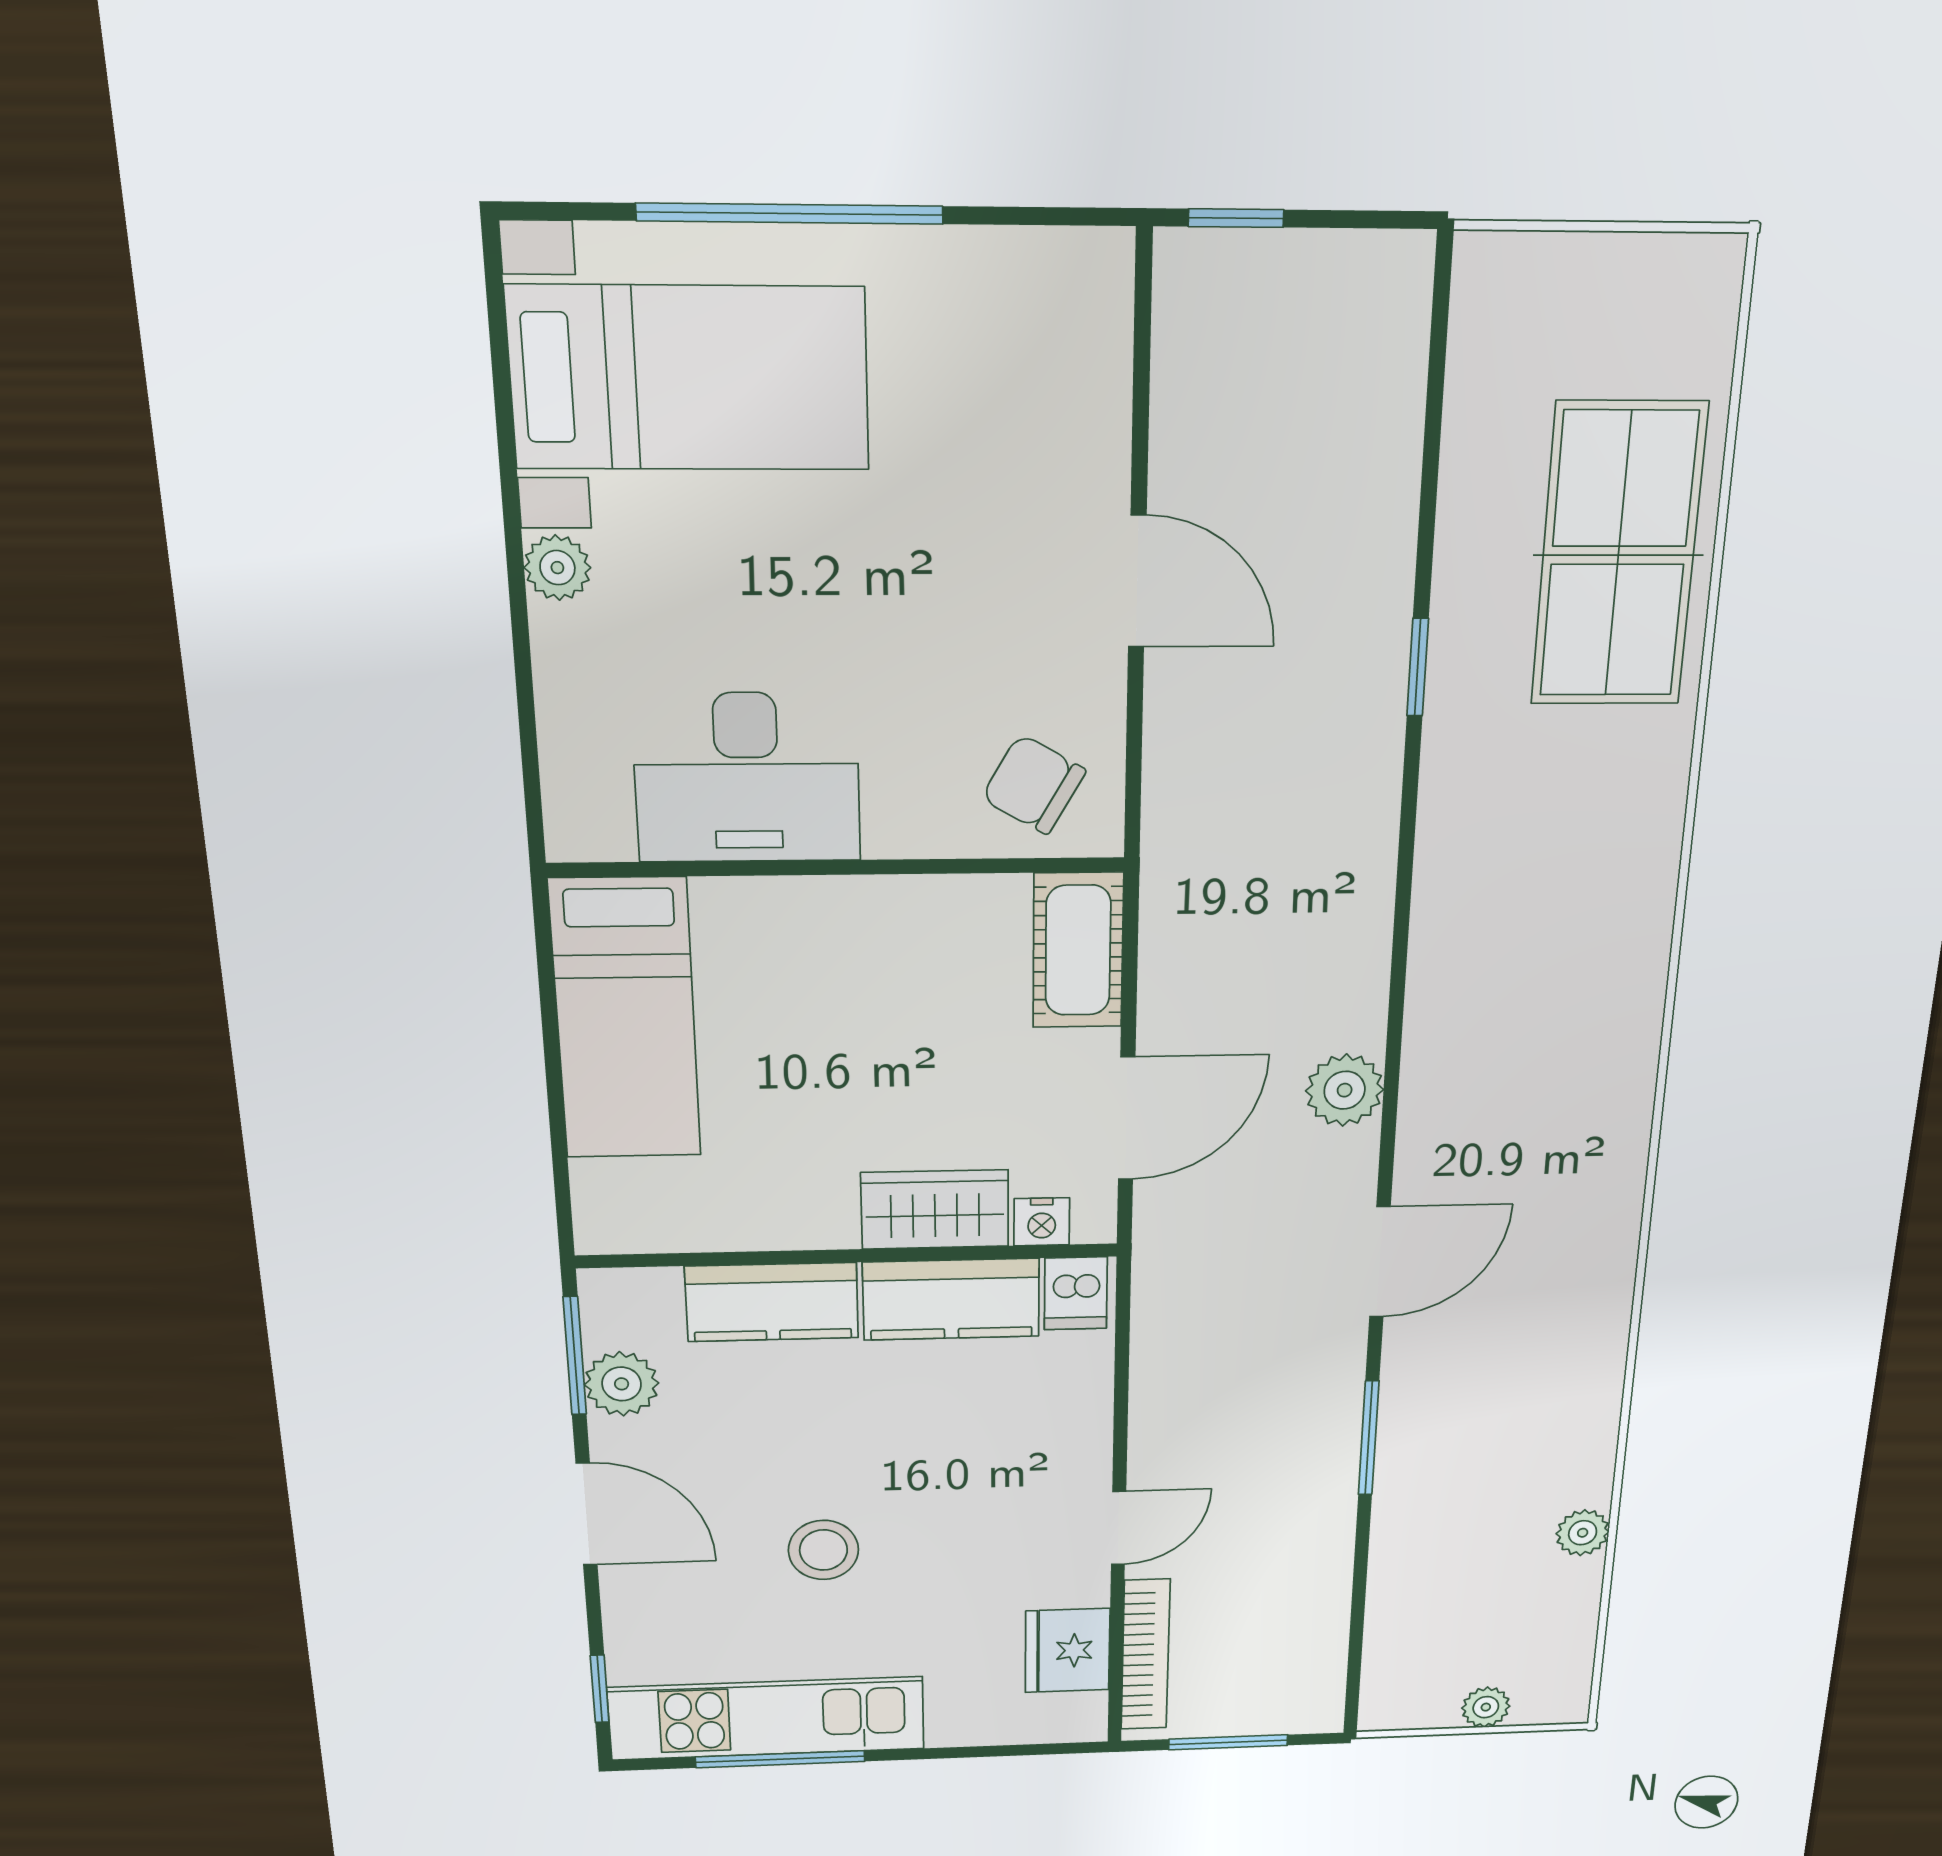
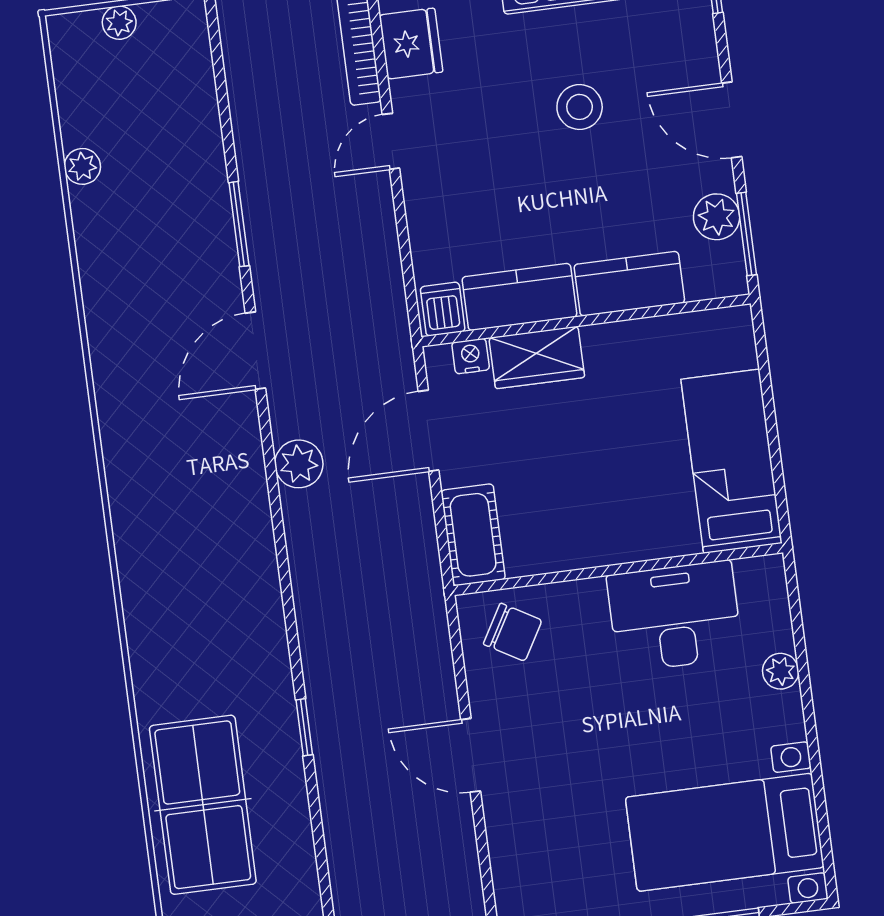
plant: (557, 568) -> (781, 671), moved

